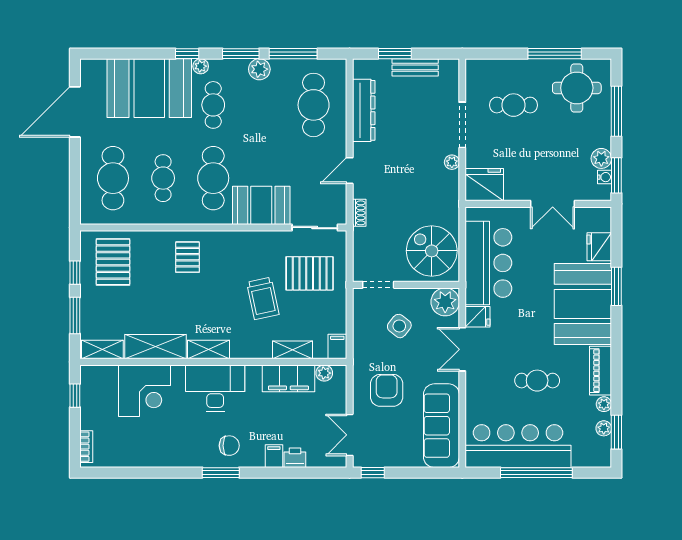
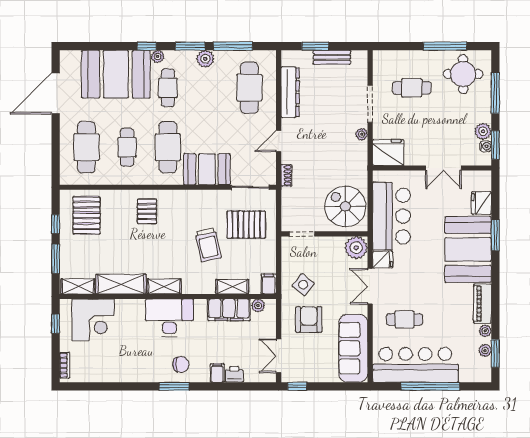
side table: (399, 326) -> (303, 285), moved
cafe table: (537, 381) -> (405, 319), moved
corner desk: (144, 391) -> (93, 320), moved

